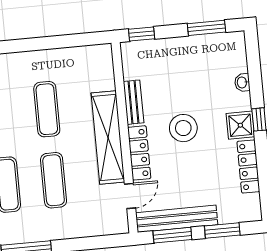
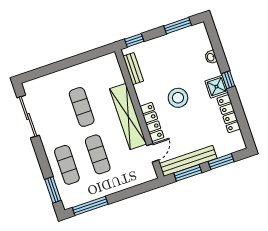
bench: (134, 102) -> (133, 69), moved

